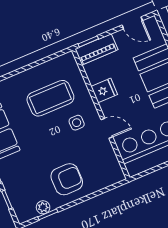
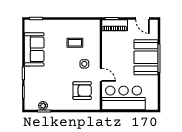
fridge: (104, 90) -> (109, 52), removed
coffee table: (50, 98) -> (75, 43), width x0.54, depth x0.58
armchair: (67, 179) -> (82, 91), moved

